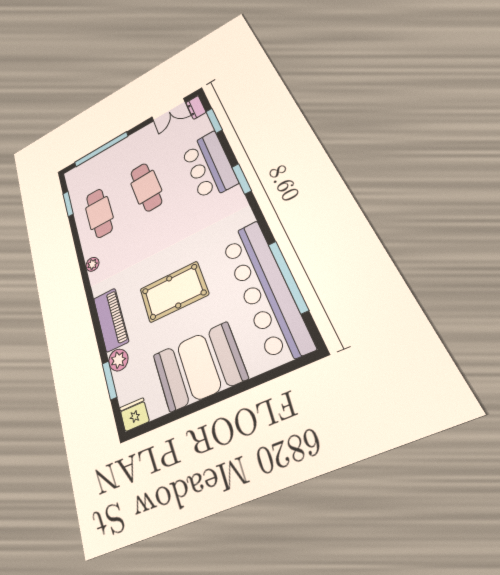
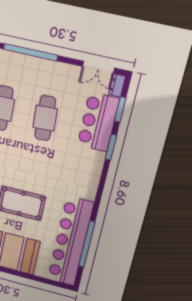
bar counter: (209, 166) -> (98, 122), moved
window: (242, 179) -> (111, 147), moved

